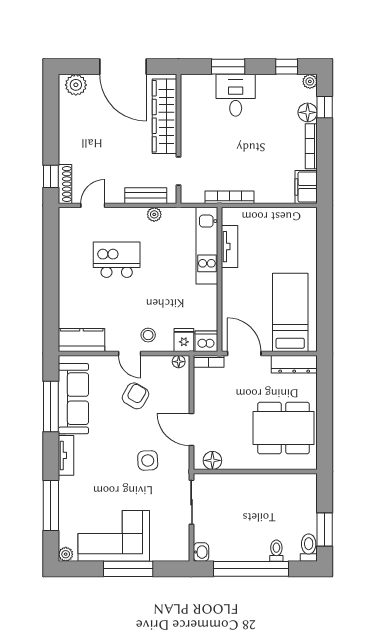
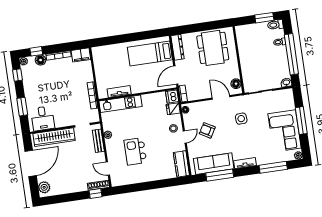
desk: (236, 95) -> (43, 118), moved, turned -90
door: (192, 430) -> (221, 97), swing flipped

